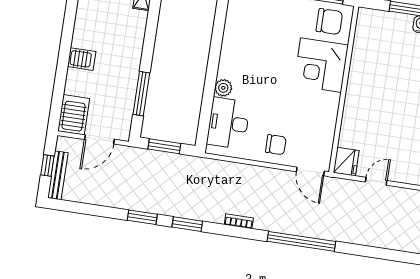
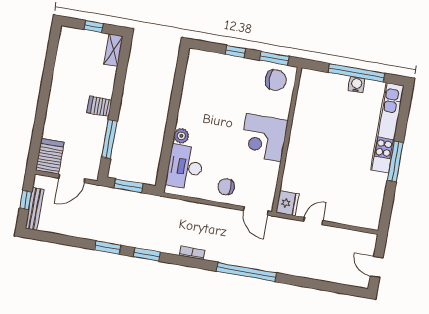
server rack: (82, 59) -> (99, 106), moved, turned 180
corner desk: (321, 65) -> (264, 138), moved
chair: (276, 145) -> (226, 187), turned 180

